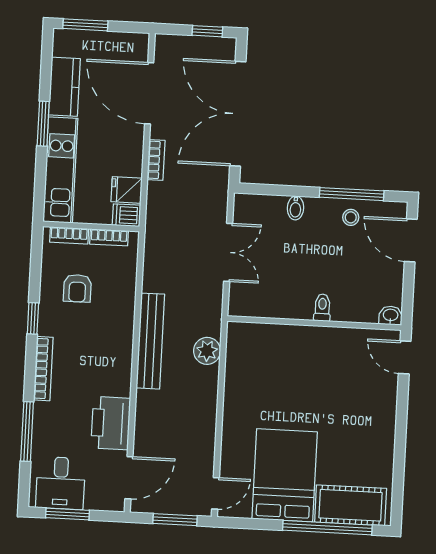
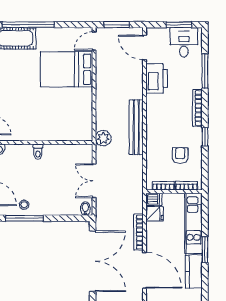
bookcase: (156, 160) -> (138, 232), width x1.56
bidet: (295, 208) -> (85, 209), moved
plant: (207, 351) -> (103, 138), moved
bed: (285, 475) -> (66, 69), moved, turned 90
door: (129, 478) -> (145, 47), hinge flipped

